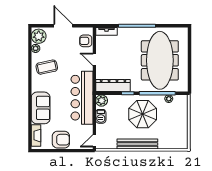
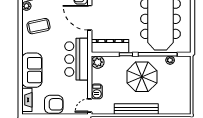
door: (94, 59) -> (90, 18), width x1.88
bar counter: (82, 98) -> (77, 59), width x0.73
barbecue: (101, 116) -> (97, 91), moved

